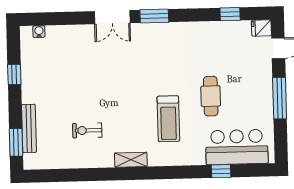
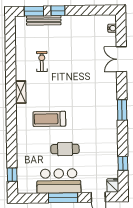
double door: (112, 17) -> (121, 59), moved
window: (14, 74) -> (58, 11), moved
bar counter: (237, 147) -> (59, 181), moved, turned -90
window: (221, 171) -> (12, 175), moved

